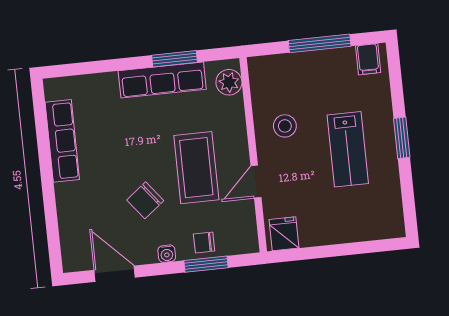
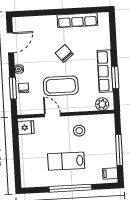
window: (402, 138) -> (70, 188), width x2.11
chair: (145, 200) -> (64, 54), moved

